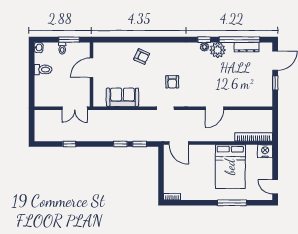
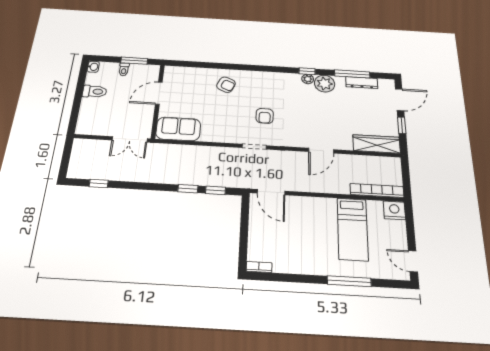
window: (239, 40) -> (352, 74), width x0.68
sofa: (123, 97) -> (178, 129), moved
wardrobe: (255, 100) -> (376, 144), added
window: (69, 144) -> (99, 183), moved
bed: (230, 167) -> (353, 229), width x0.67

